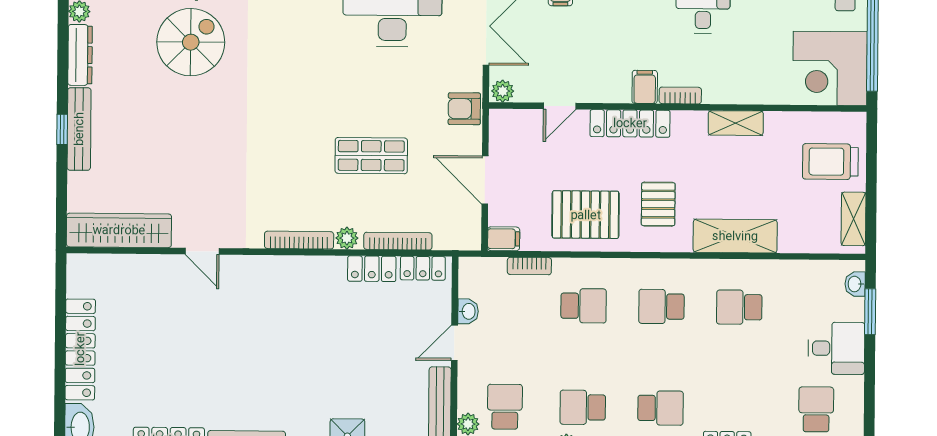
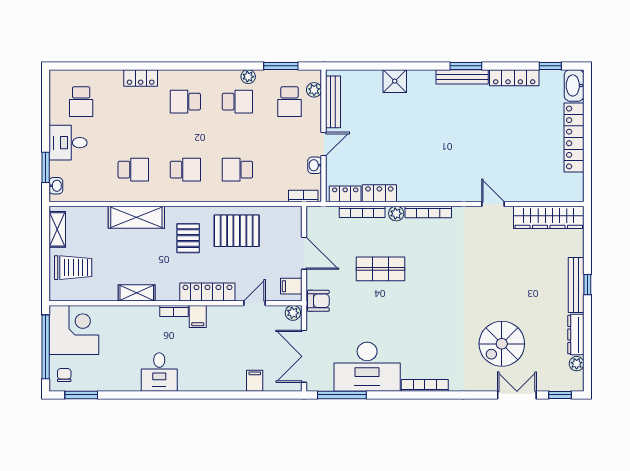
filing cabinet: (504, 239) -> (291, 286), moved
bookcase: (529, 266) -> (303, 196), moved

